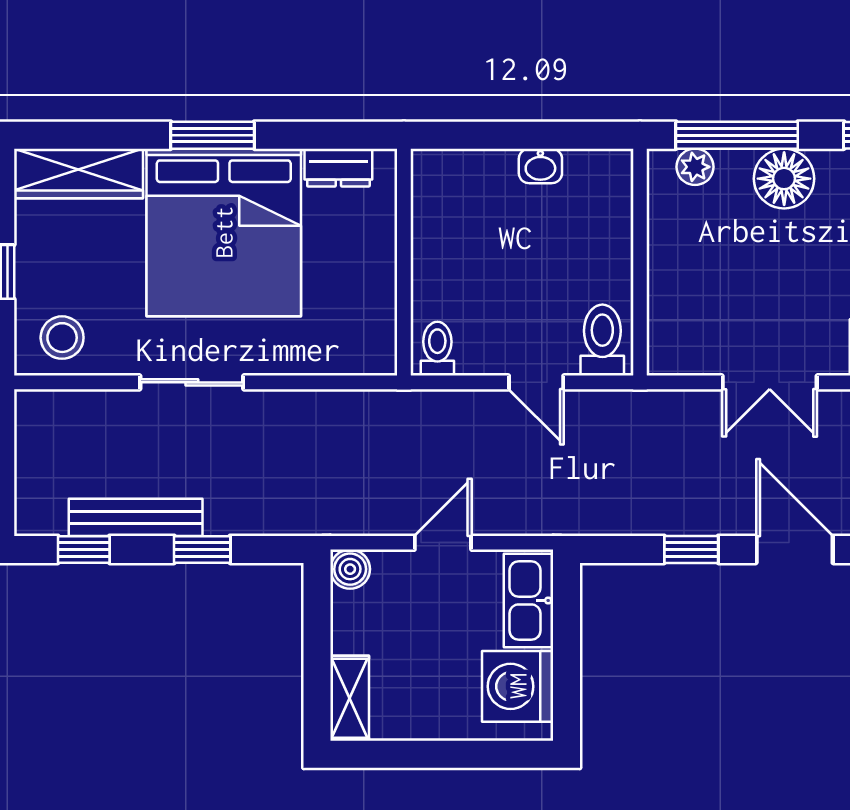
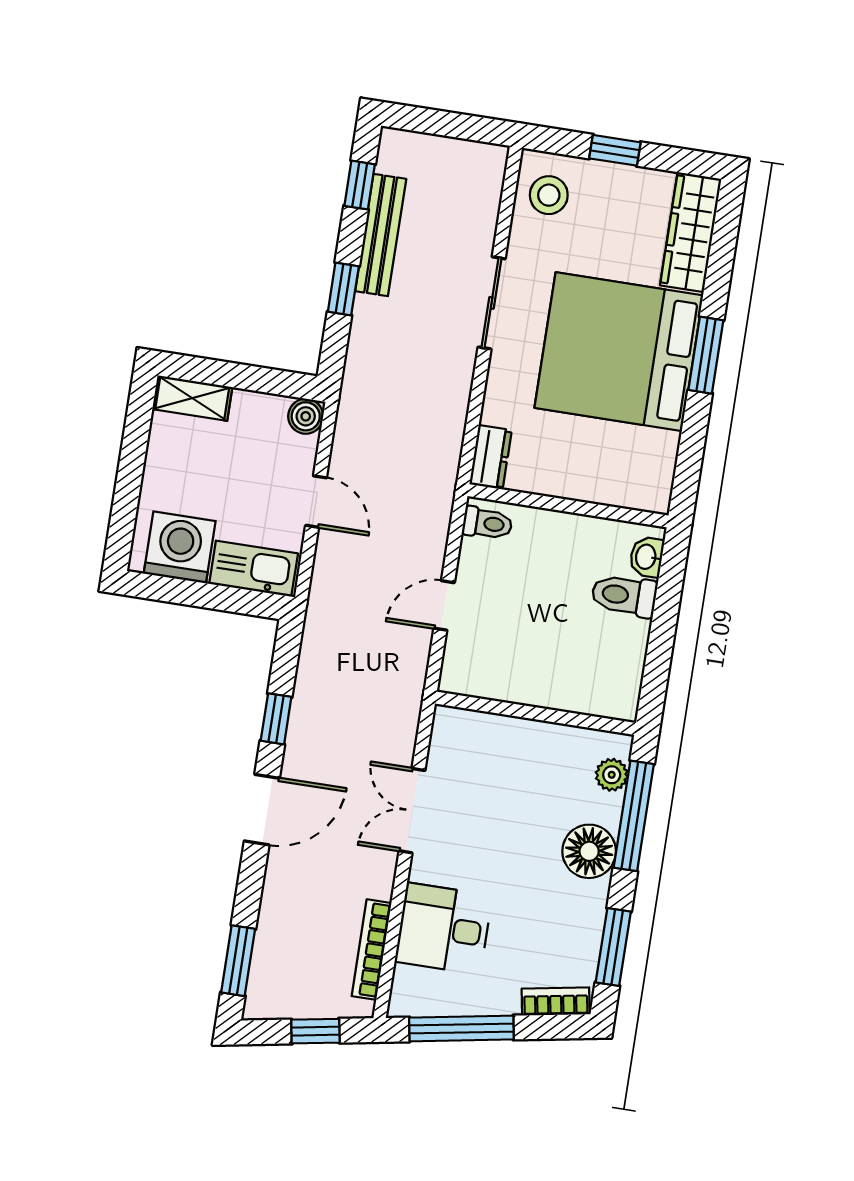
washbasin: (540, 166) -> (647, 557), moved
dresser: (338, 168) -> (491, 457), moved, turned 180
toilet: (602, 340) -> (624, 595), moved, turned 180

